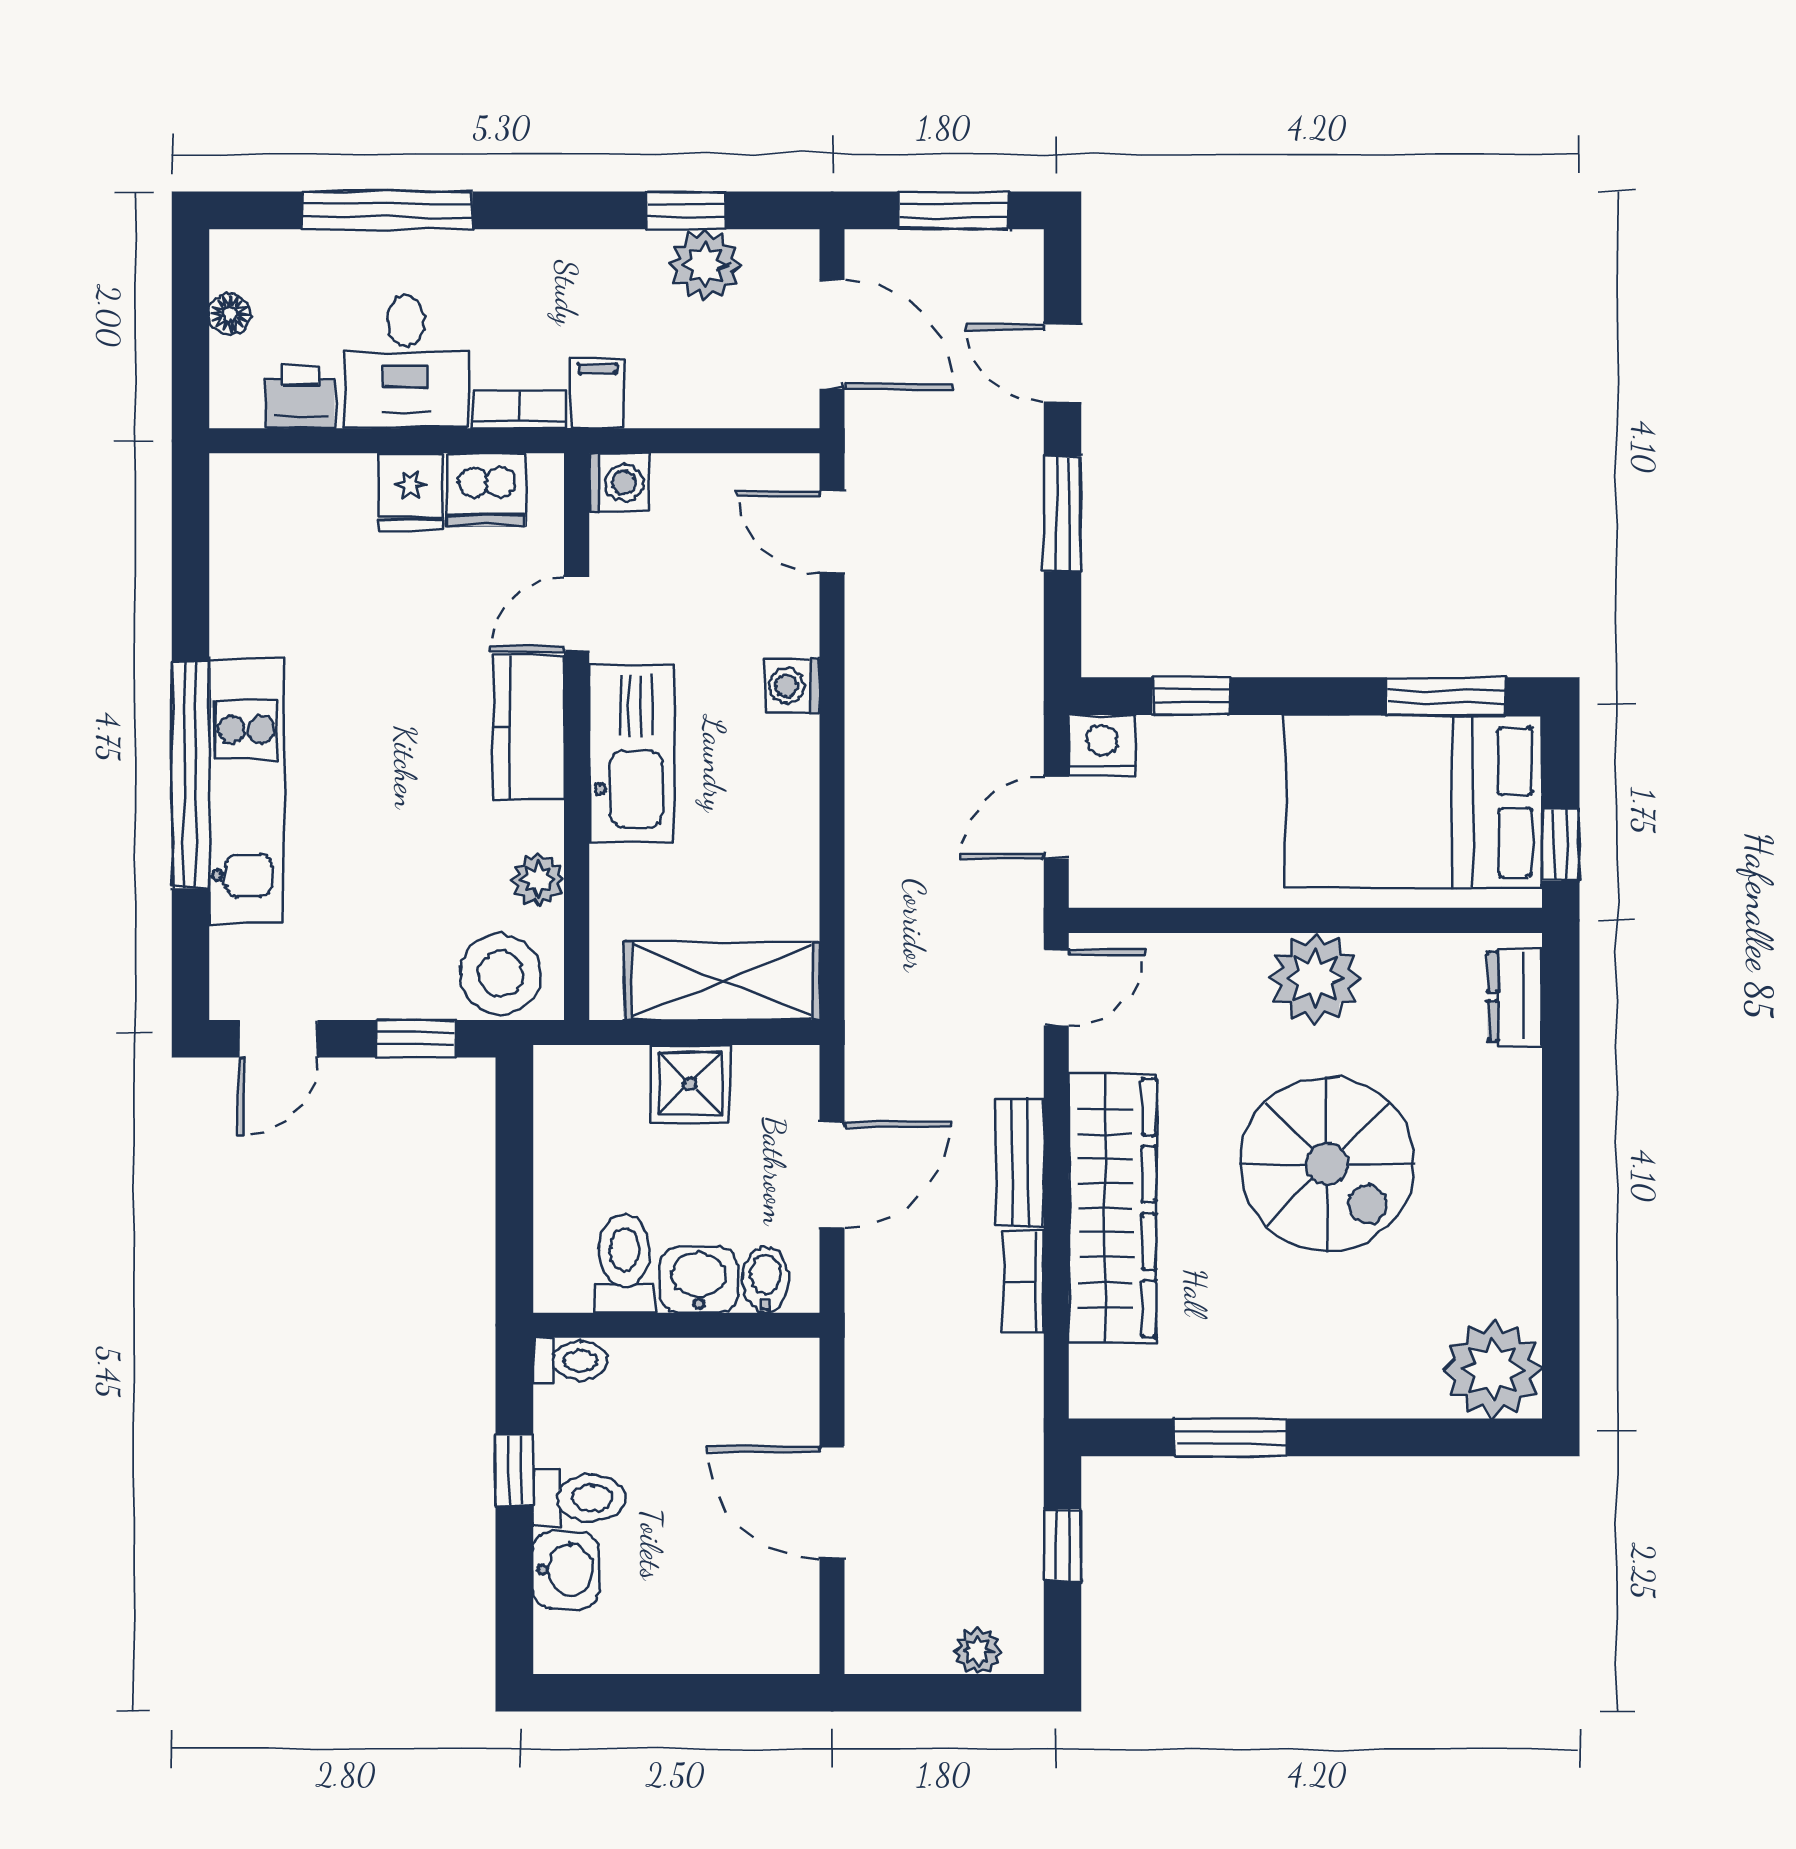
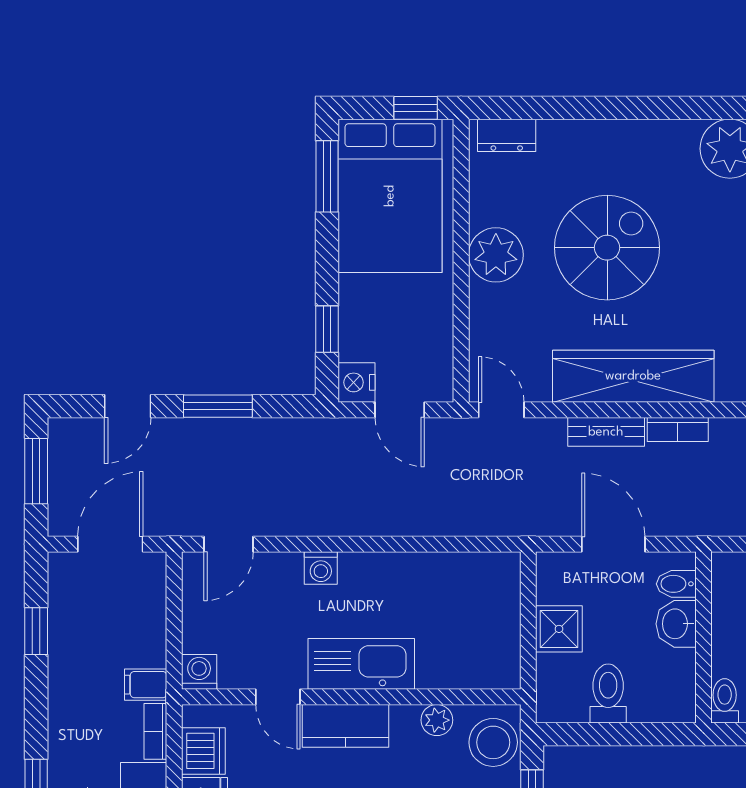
plant: (705, 265) -> (69, 620), removed
shelving: (722, 981) -> (497, 610), removed
toilet: (624, 1263) -> (608, 693), moved, turned 90

